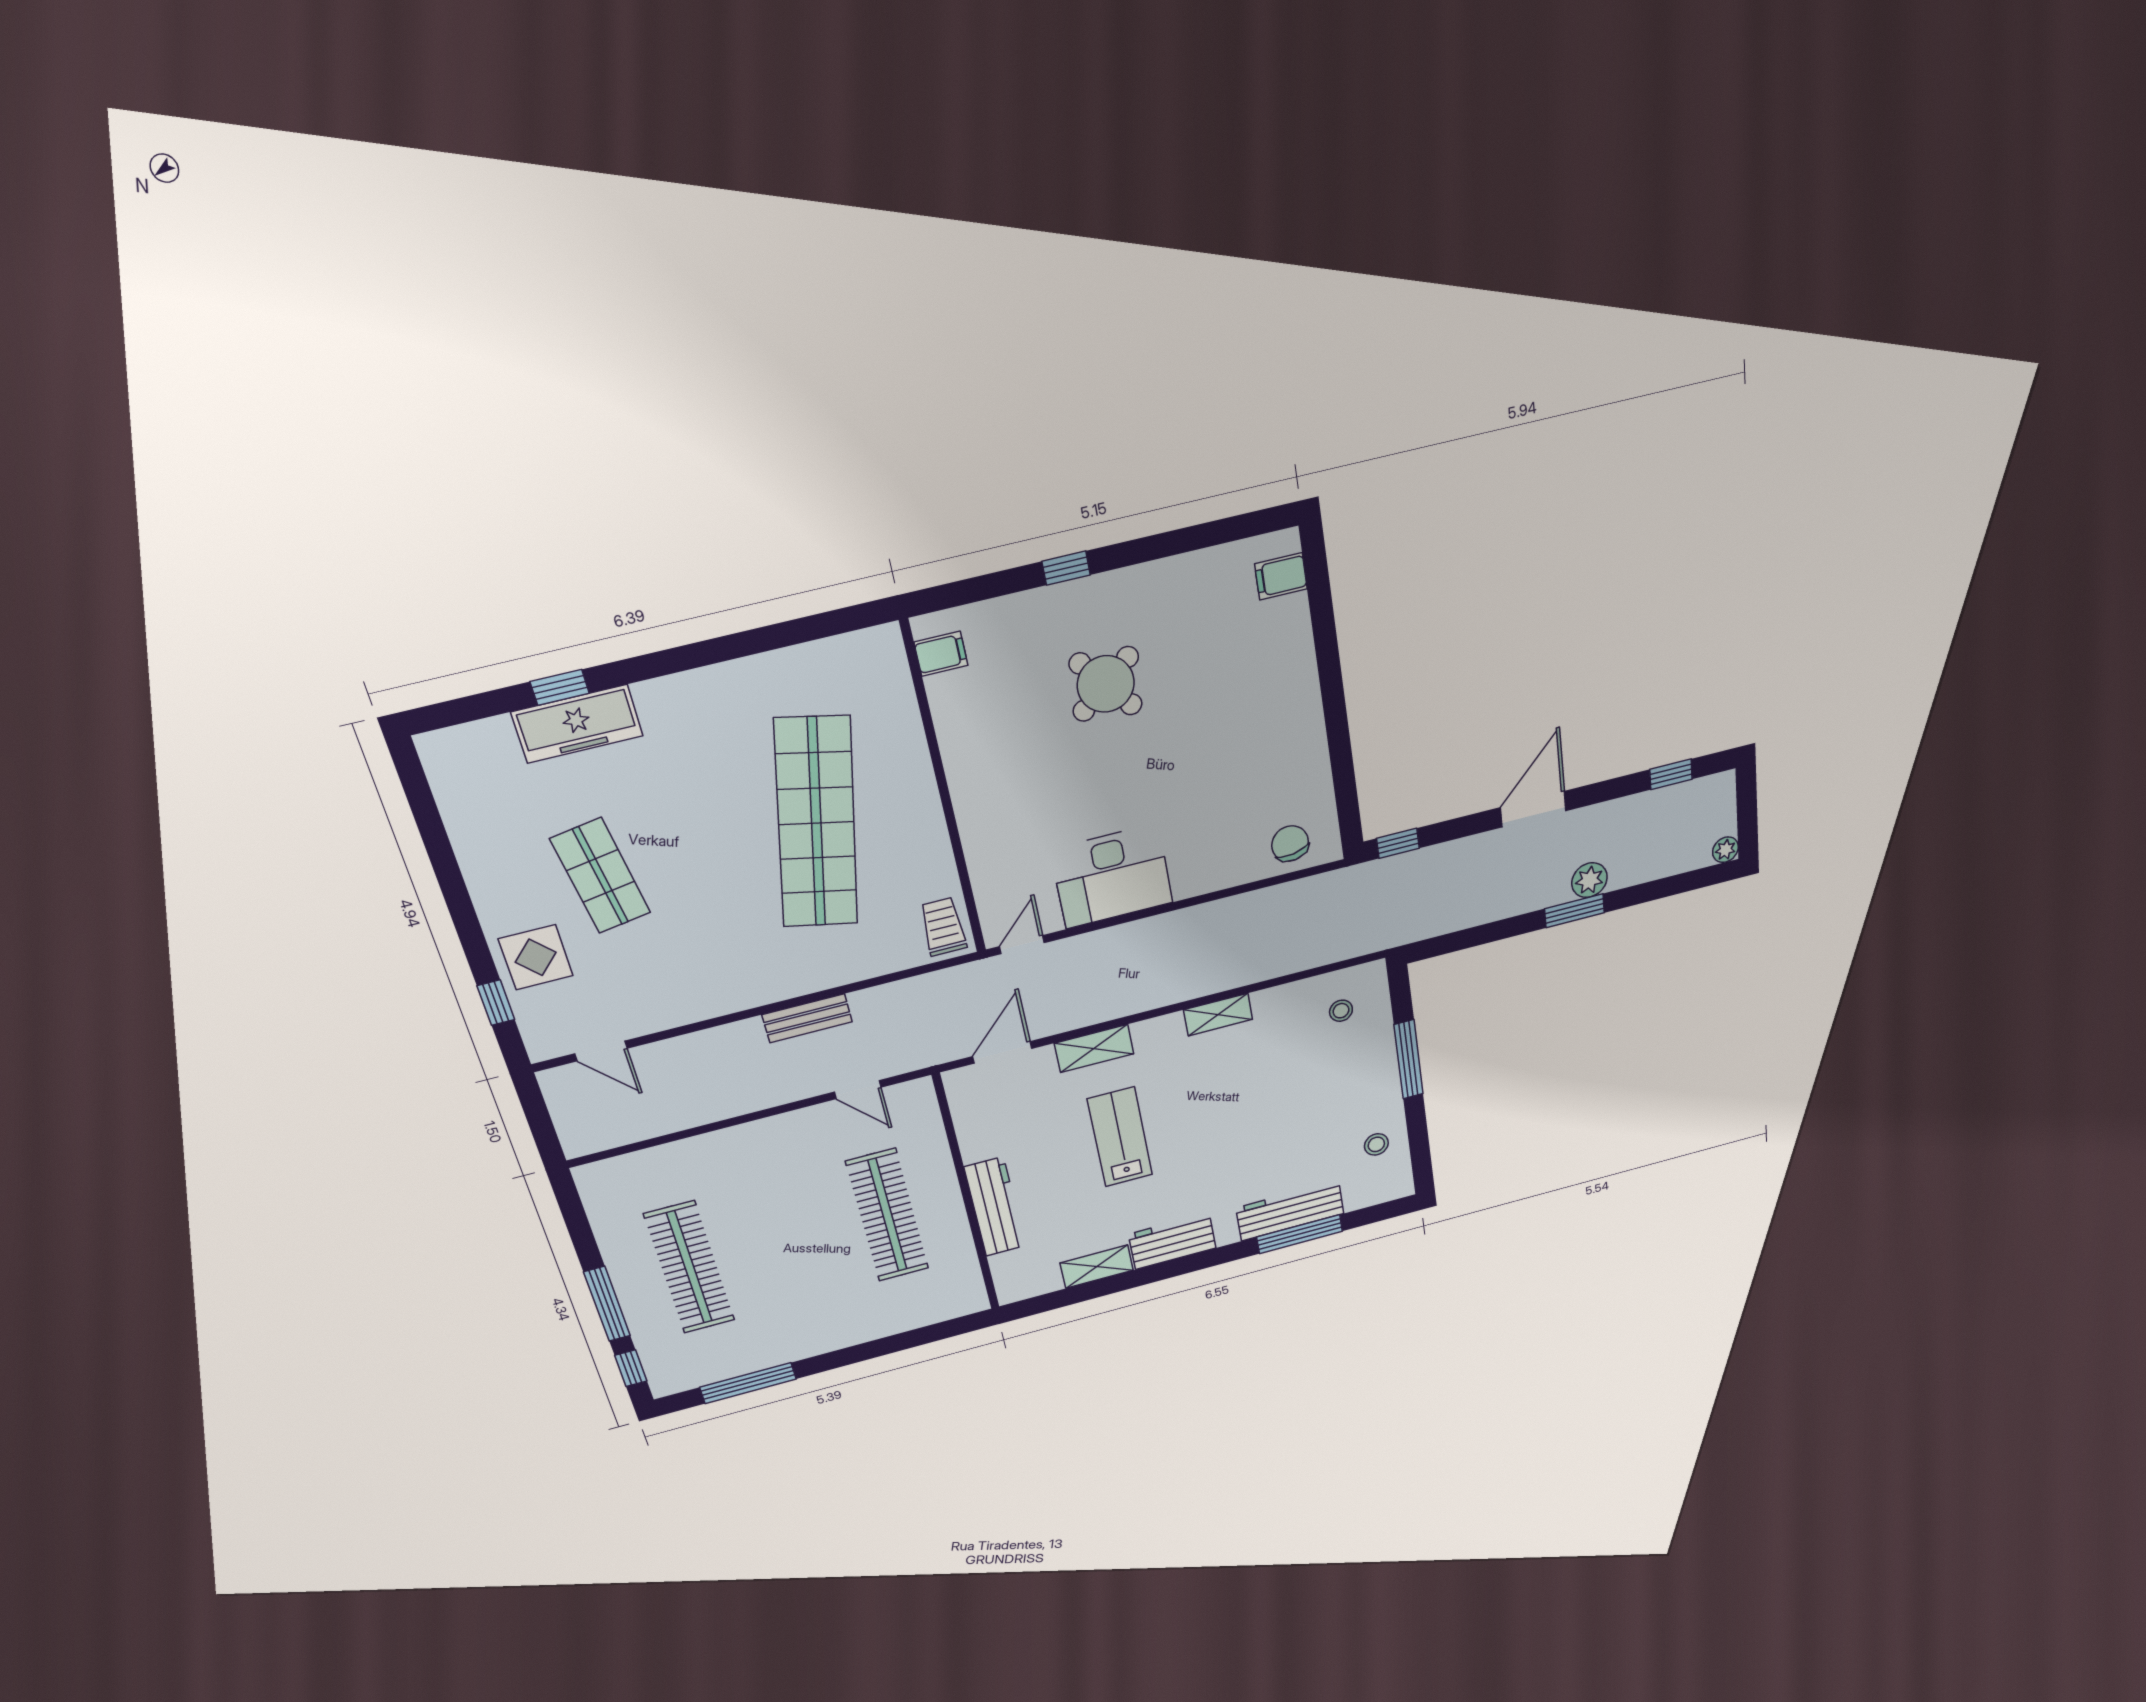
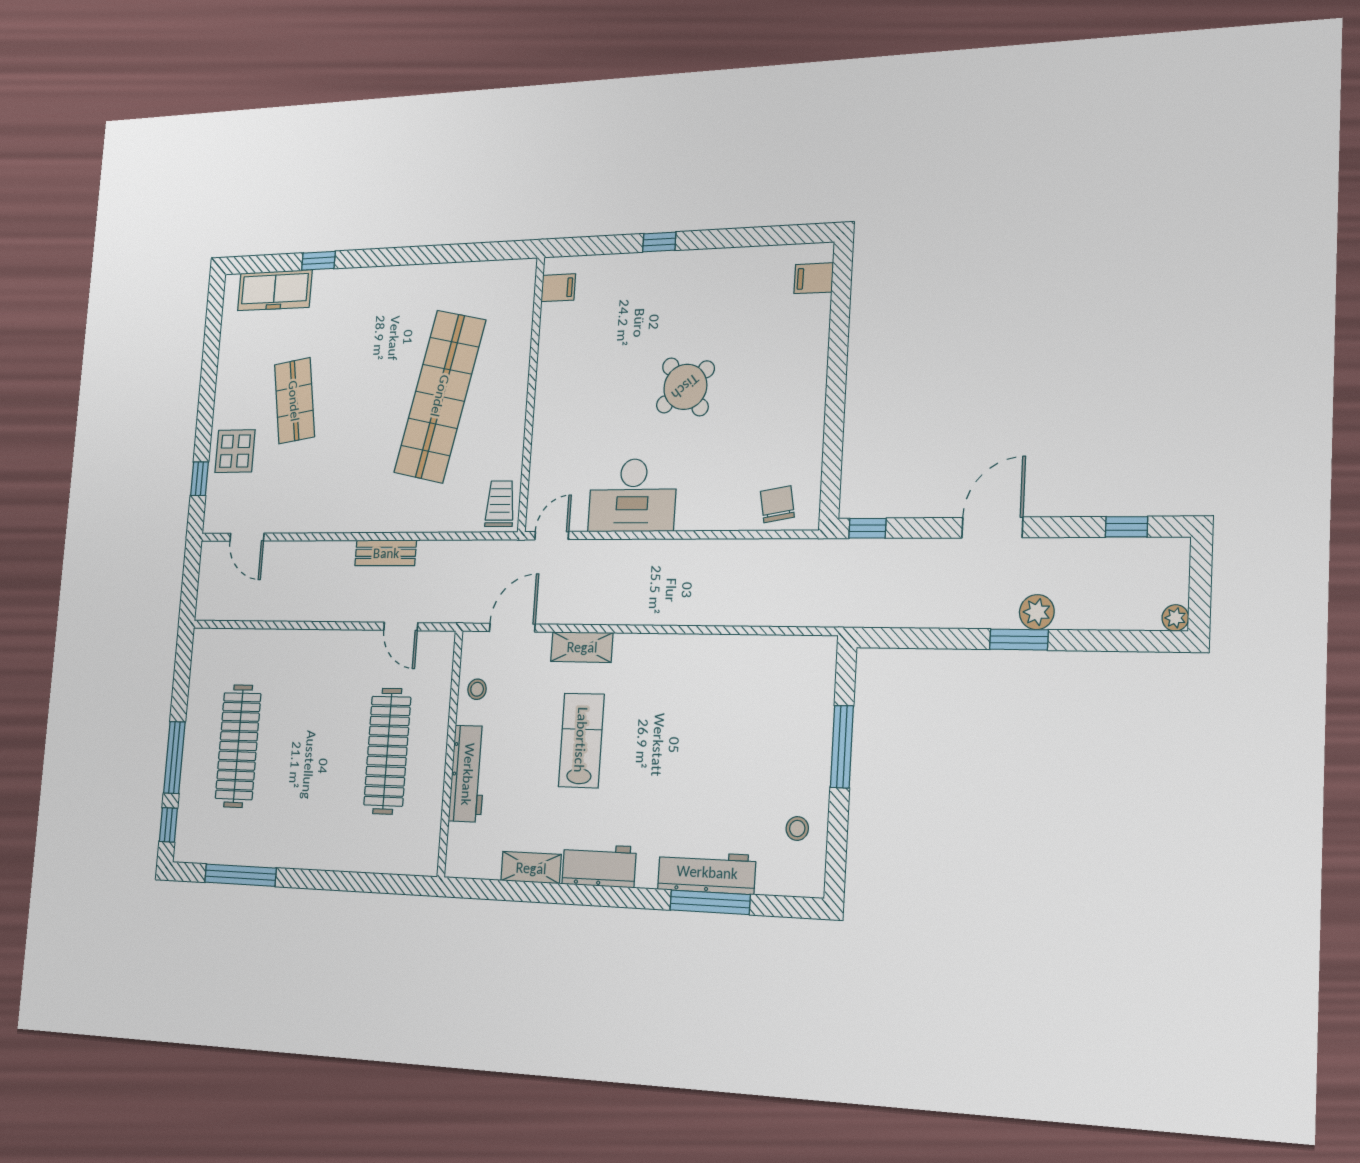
round table: (1106, 684) -> (685, 387), moved
freezer: (577, 724) -> (275, 290), moved
stool: (1341, 1011) -> (477, 689), moved
shelving: (1218, 1015) -> (687, 647), removed

